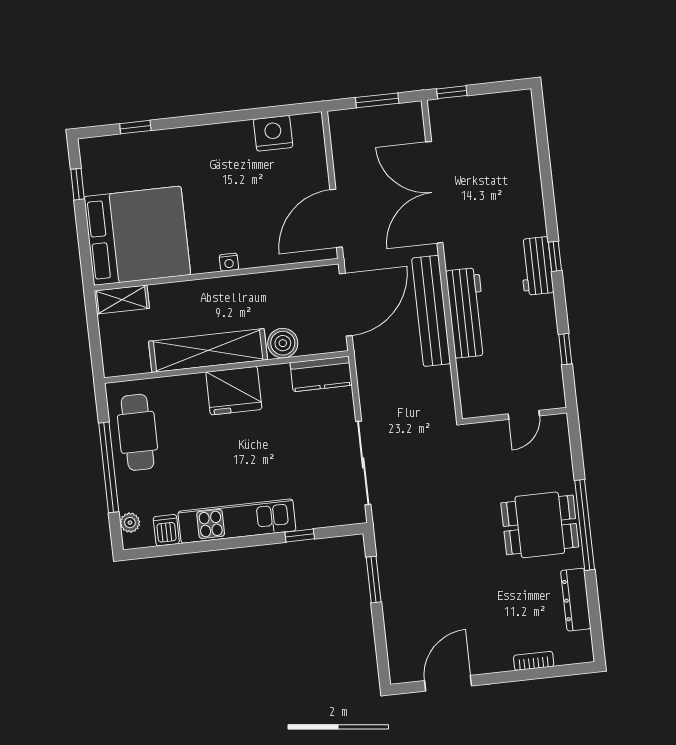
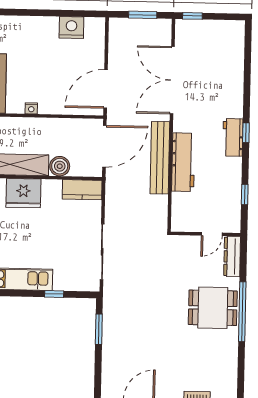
dresser: (576, 600) -> (232, 256), moved

